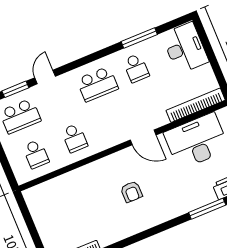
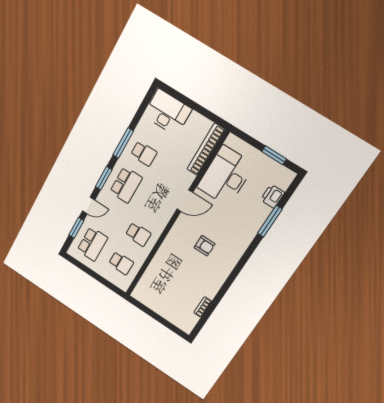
window: (139, 38) -> (123, 143), moved
window: (80, 62) -> (104, 178), added
door: (45, 77) -> (89, 205), swing flipped

